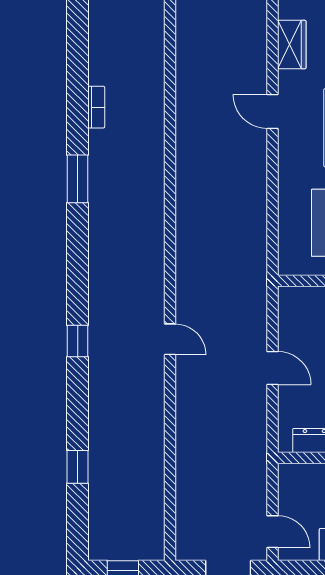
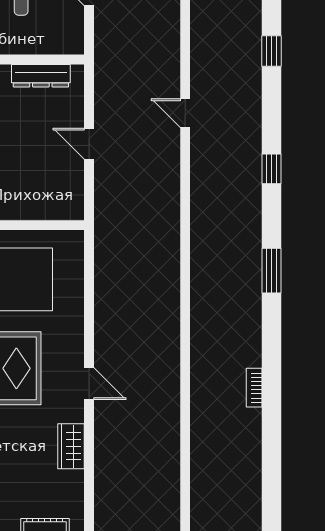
window: (78, 179) -> (272, 271), moved
door: (170, 339) -> (185, 113), moved

